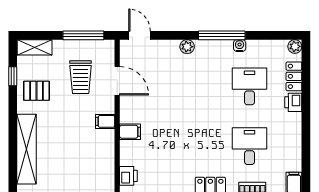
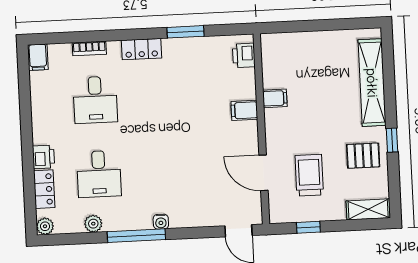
window: (83, 35) -> (308, 227), width x0.46
water cooler: (240, 46) -> (161, 222), moved
plant: (187, 47) -> (93, 224), moved
window: (13, 76) -> (392, 140), moved
filing cabinet: (105, 121) -> (275, 98), moved

